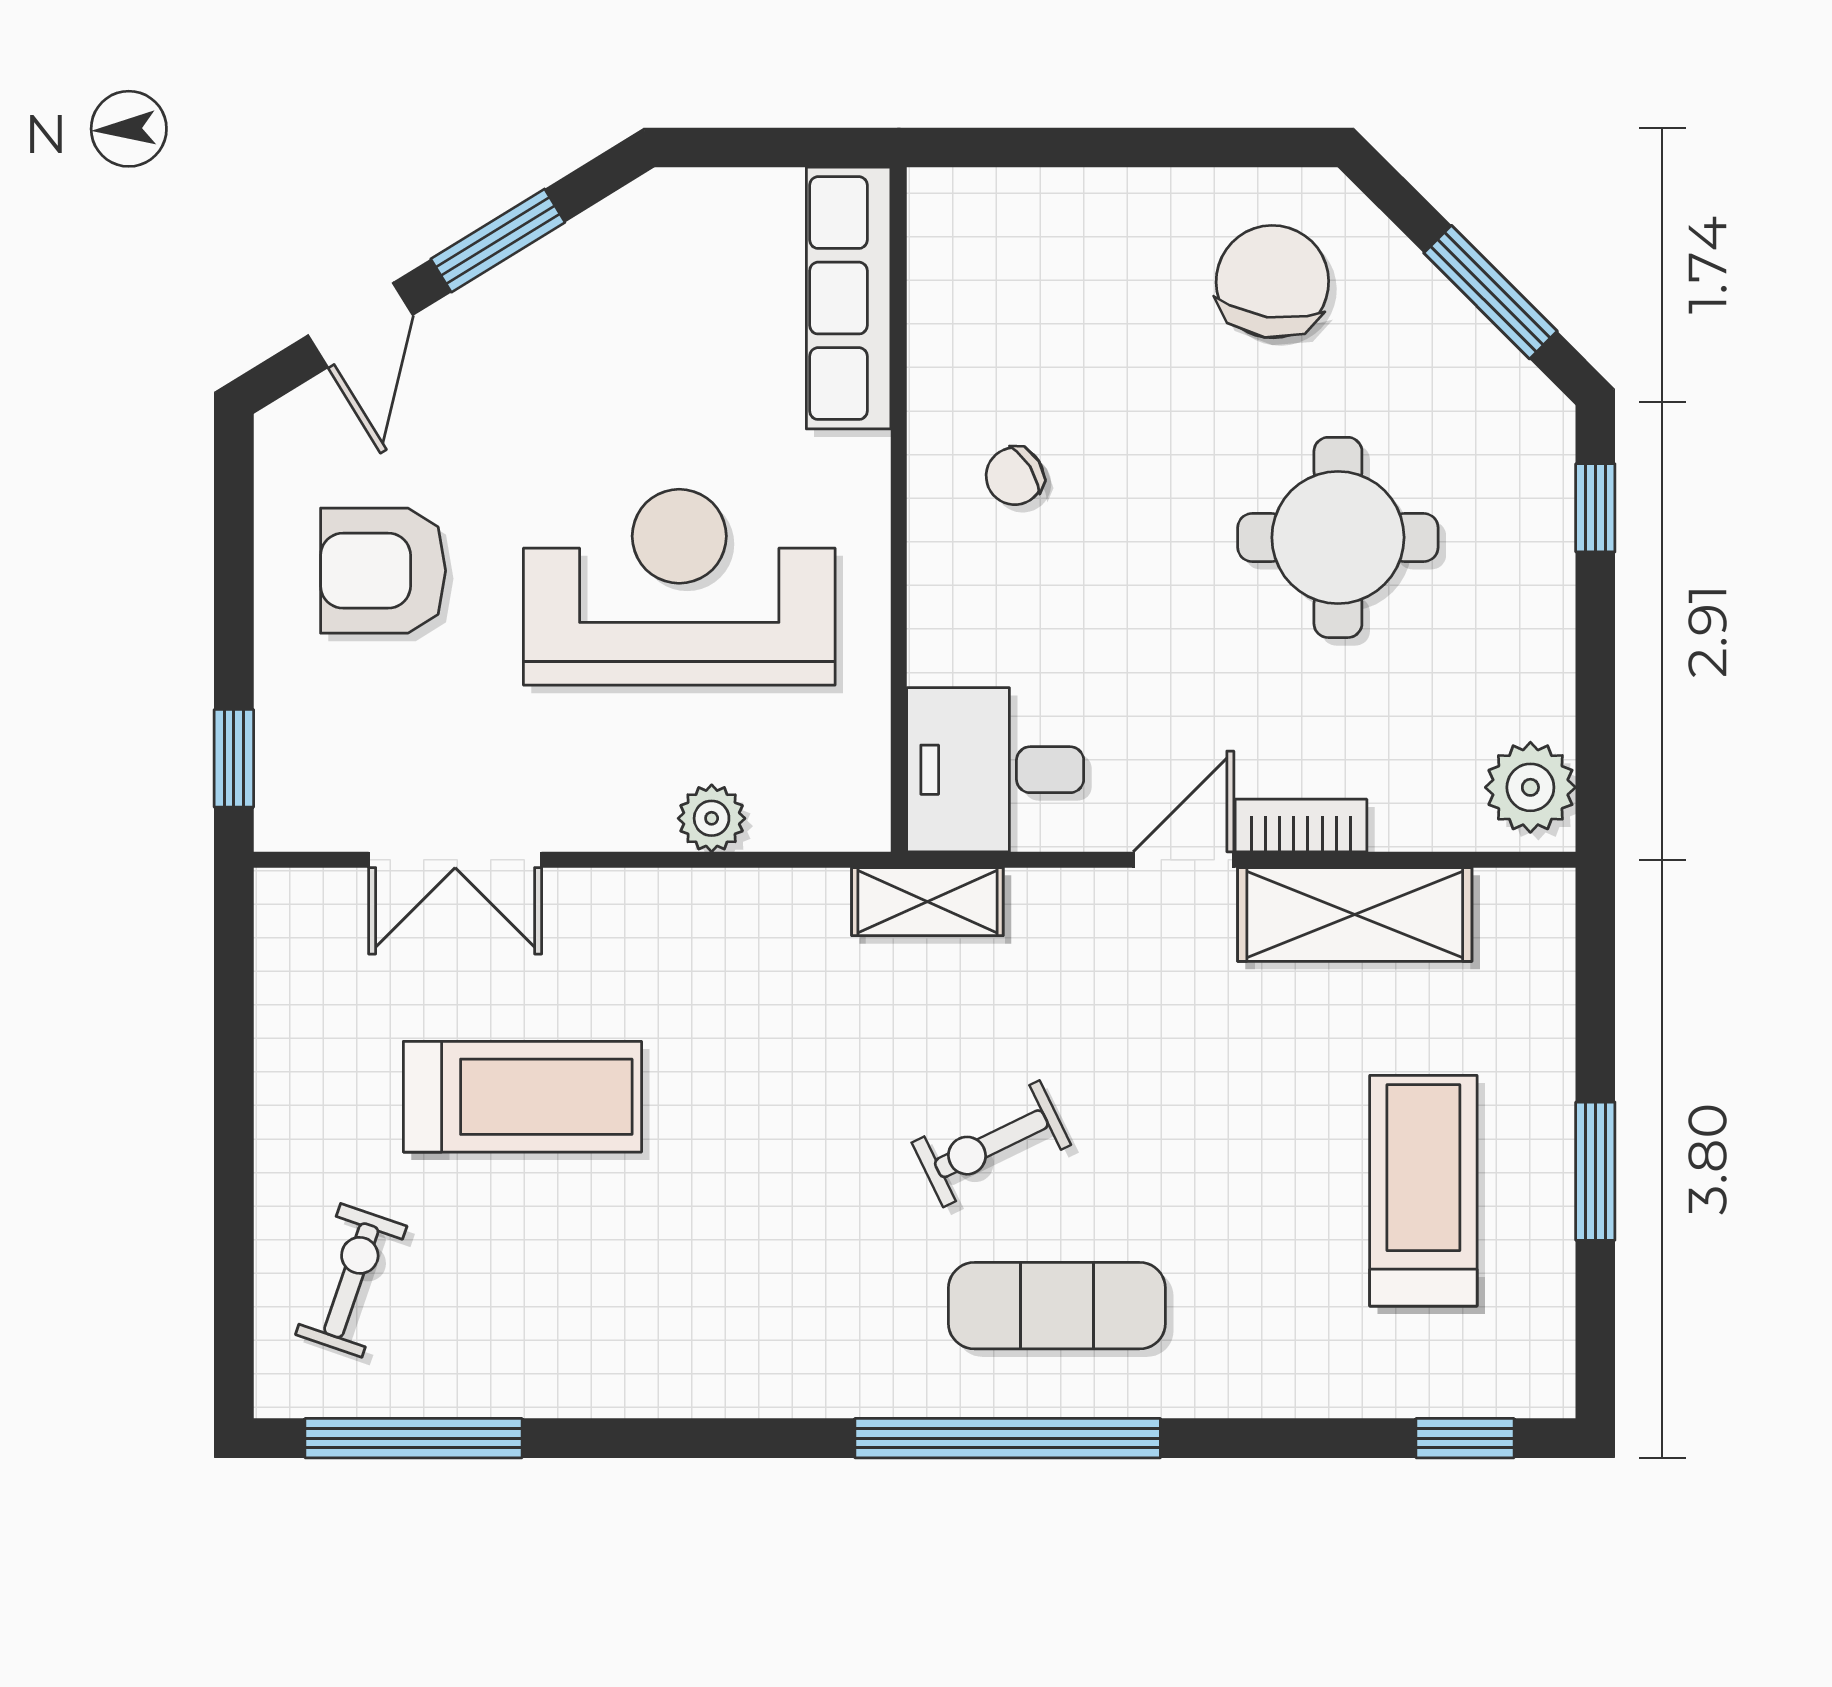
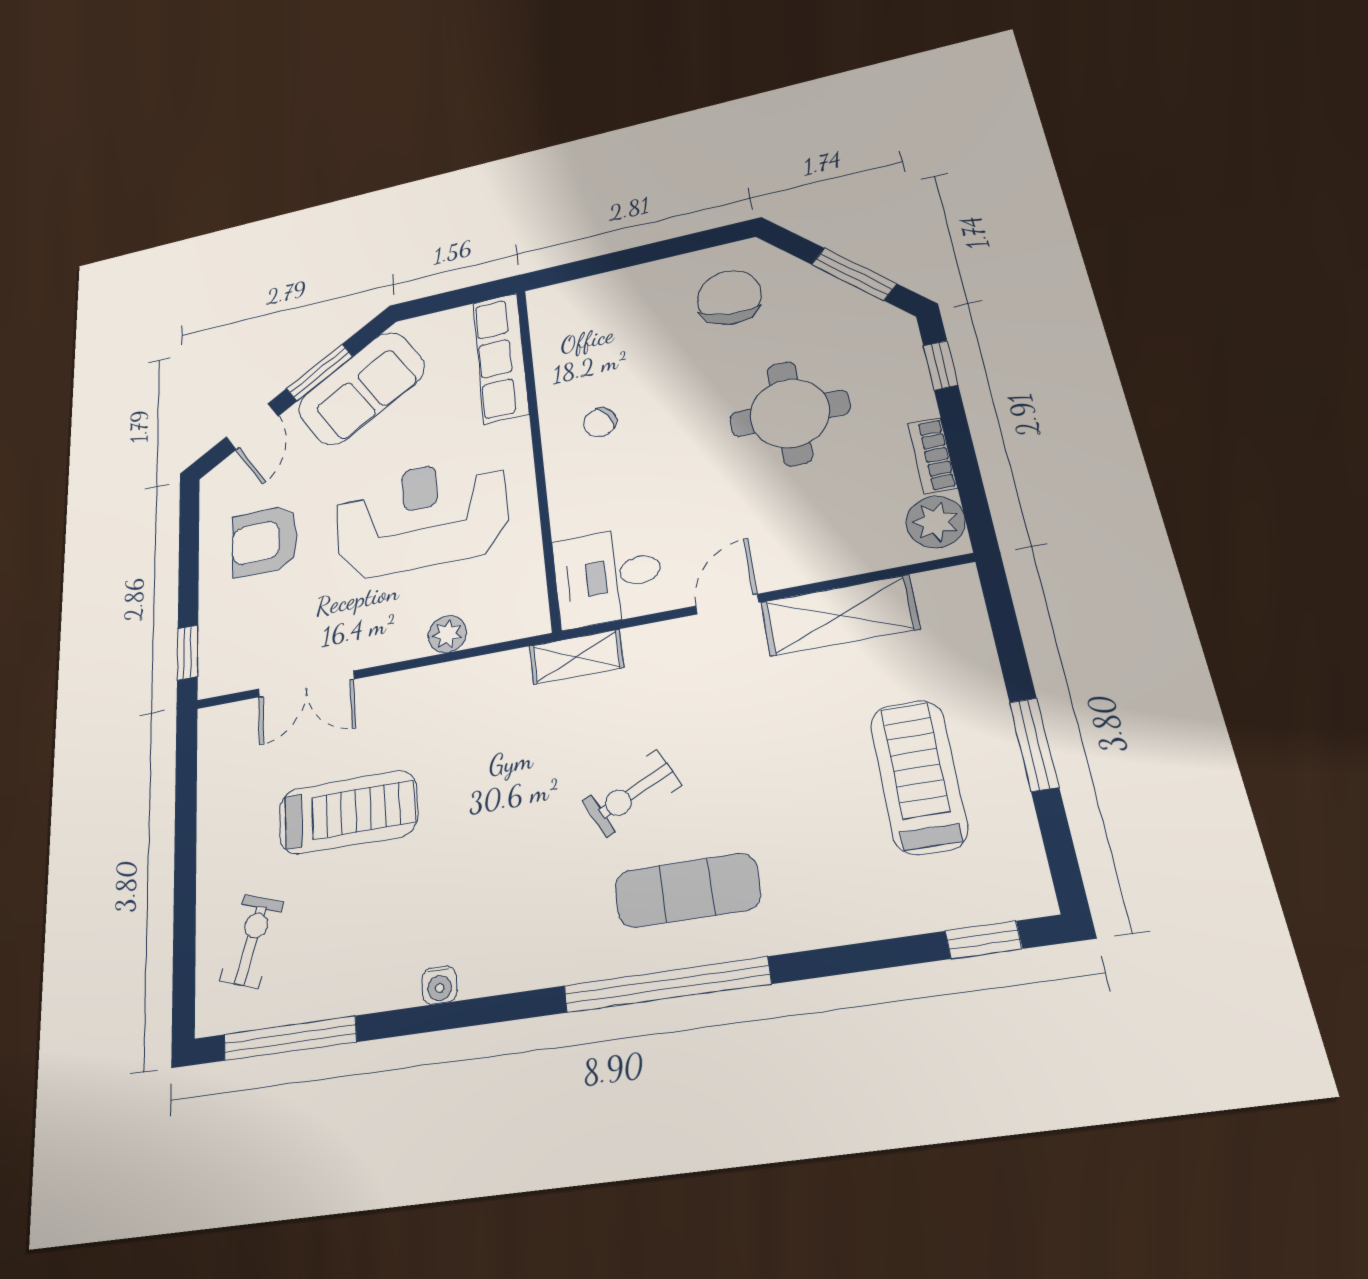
sofa: (579, 296) -> (361, 388), added
bookcase: (1301, 825) -> (933, 456), moved, turned -90
water cooler: (660, 1391) -> (439, 985), added

